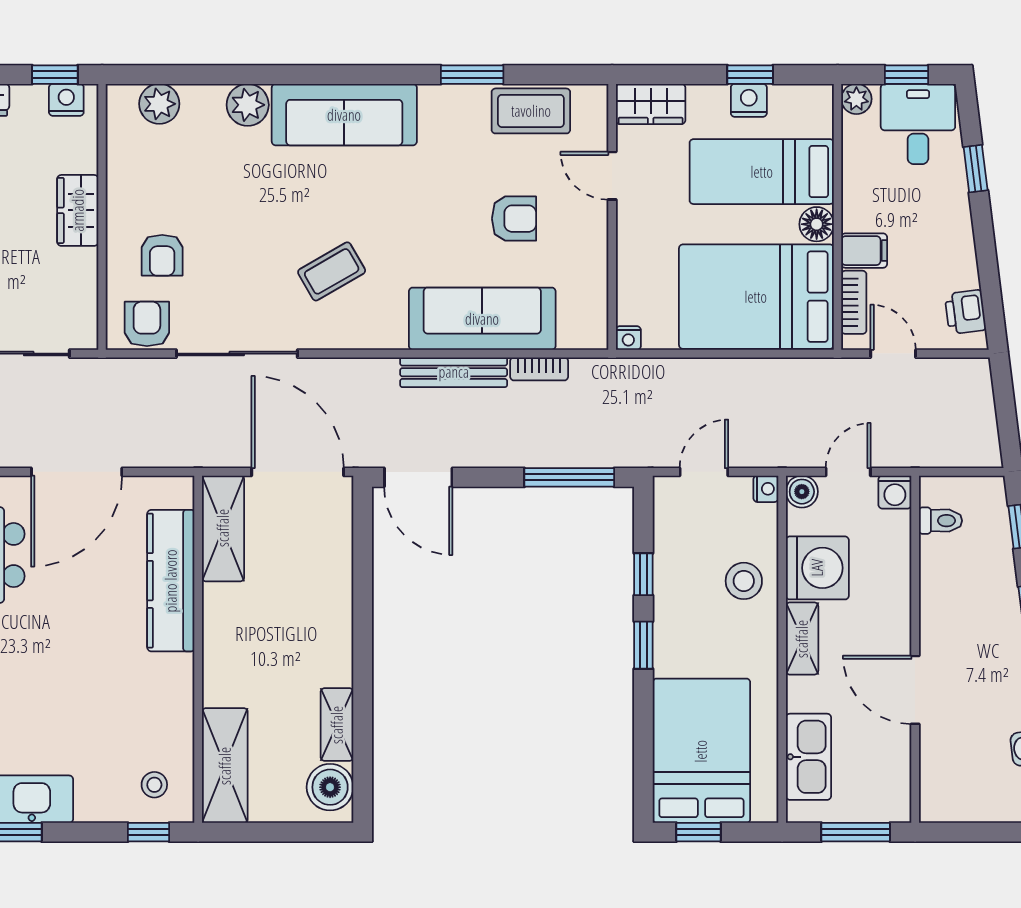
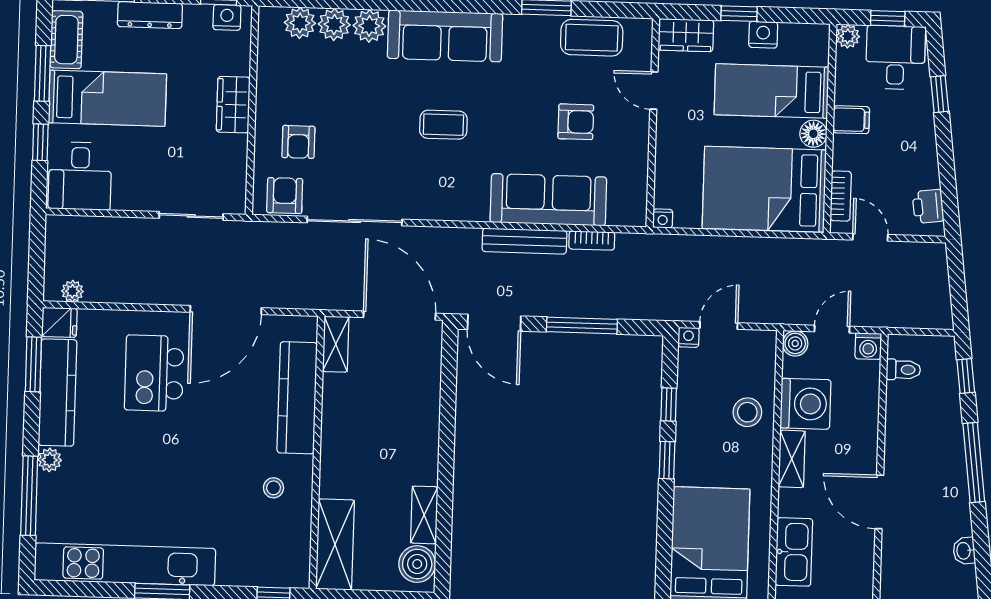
window: (750, 75) -> (739, 14), moved
plant: (203, 104) -> (334, 24), added
filing cabinet: (864, 251) -> (851, 120), moved
coffee table: (332, 271) -> (443, 125), moved, turned 30
window: (569, 477) -> (582, 326), moved
nightstand: (766, 489) -> (688, 337), moved, turned -90
shelving: (223, 528) -> (336, 344), width x0.67, depth x0.75
stool: (154, 785) -> (274, 488), moved

